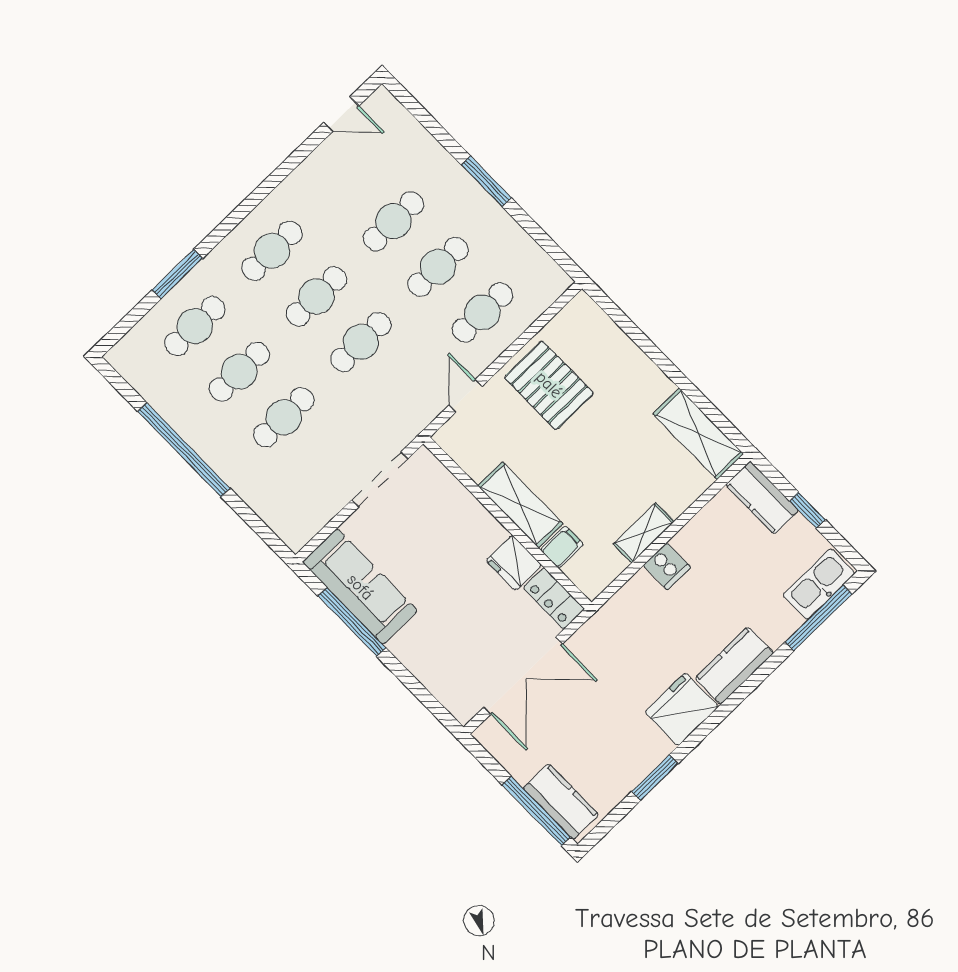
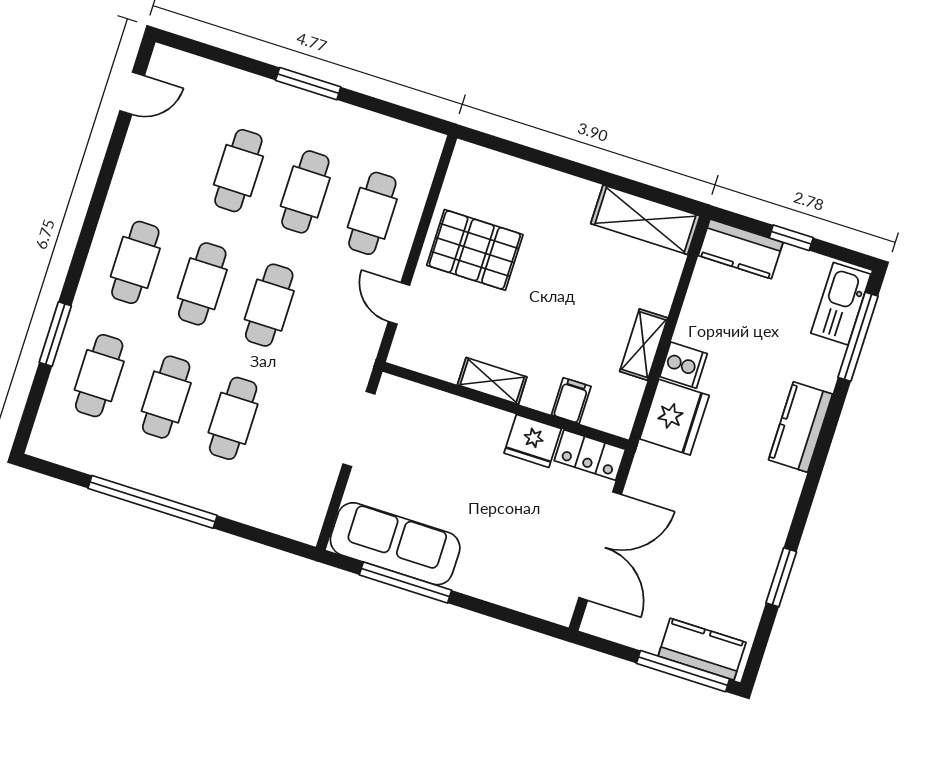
shelving: (520, 505) -> (492, 381), width x0.67, depth x0.75
fridge: (682, 709) -> (674, 417), moved, turned 180

